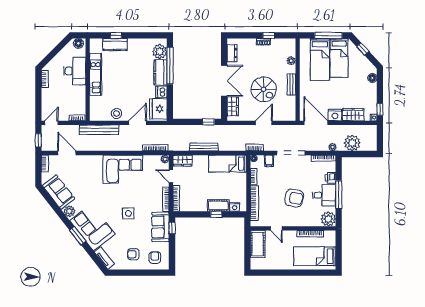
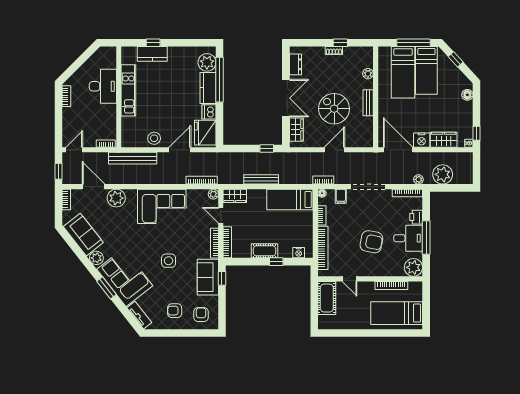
floor lamp: (78, 43) -> (107, 52), removed
spiral stairs: (264, 89) -> (334, 109), turned 180
plant: (86, 162) -> (116, 198), added
cot: (218, 205) -> (264, 251), moved

